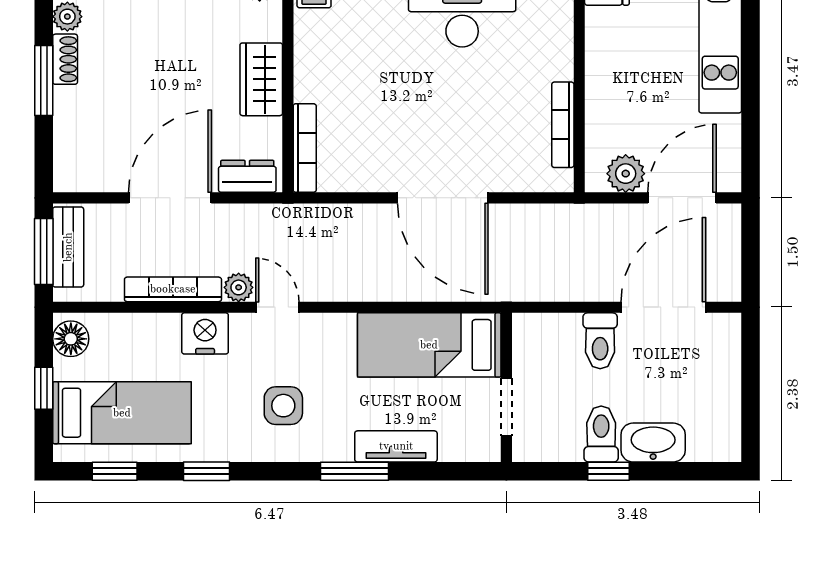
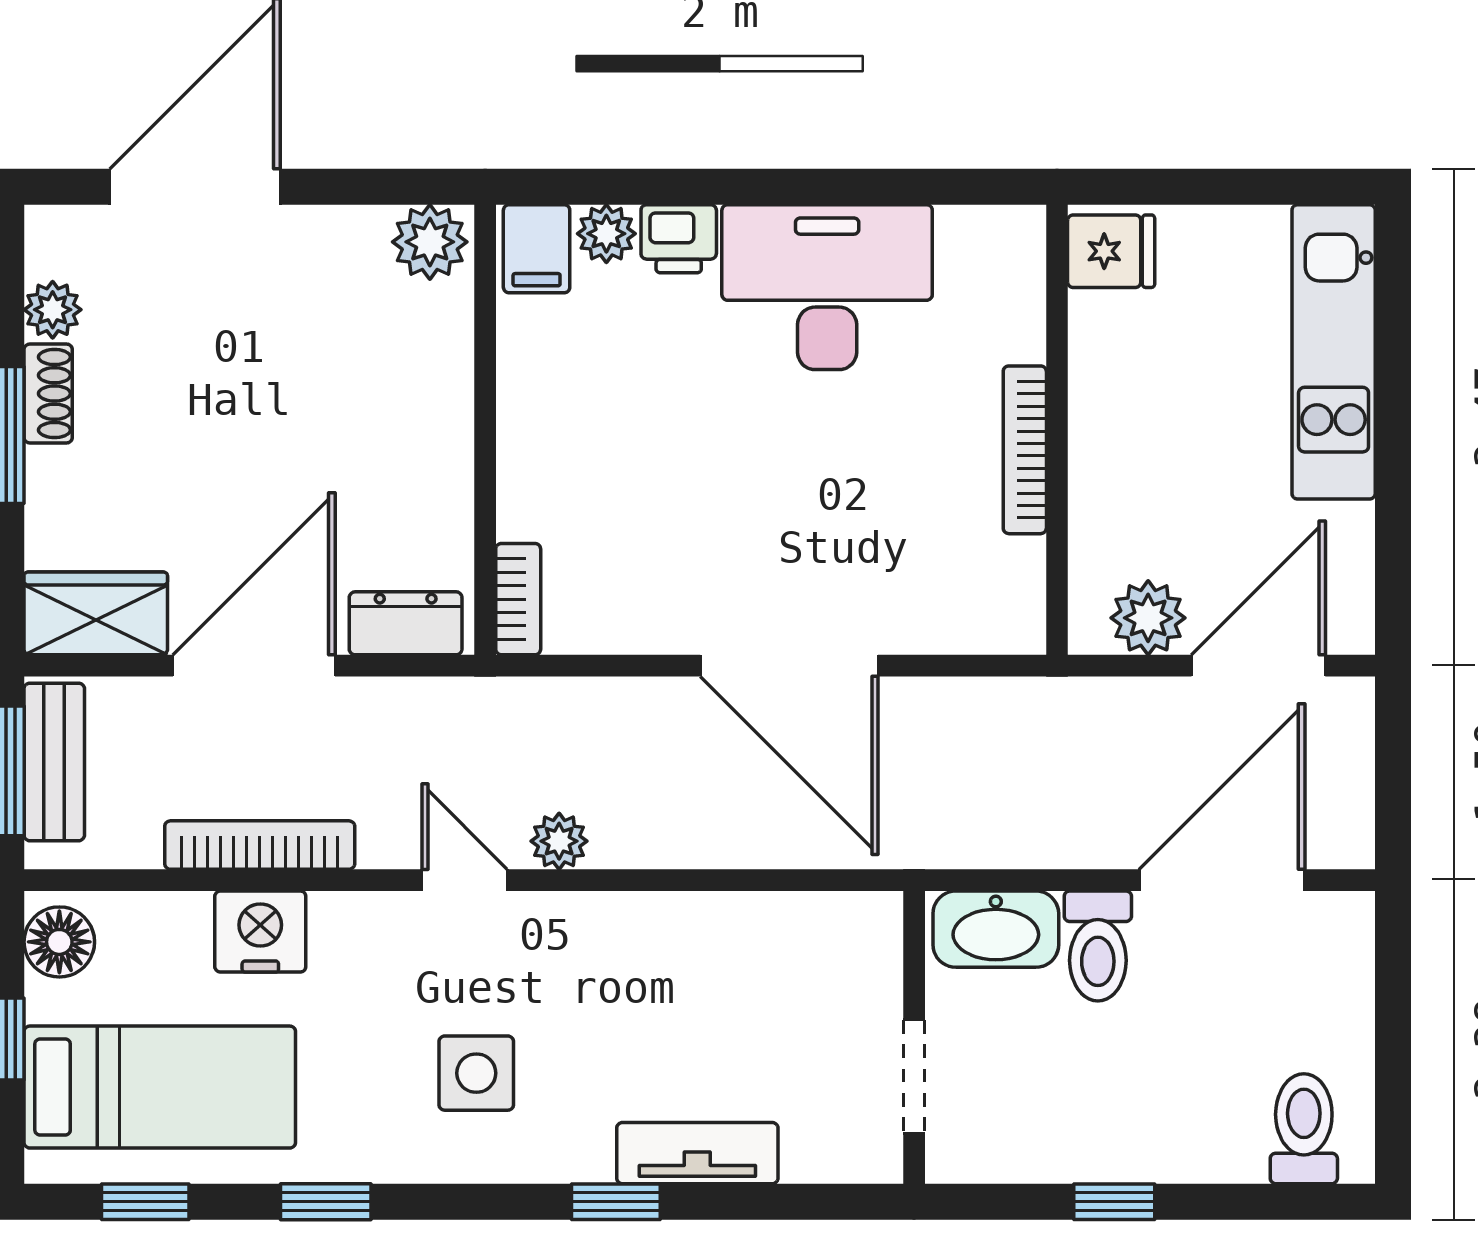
wardrobe: (261, 79) -> (96, 613), moved, turned 90
bookcase: (563, 125) -> (1025, 450), moved
bookcase: (305, 148) -> (518, 599), width x0.64
plant: (239, 287) -> (559, 841), moved
nightstand: (205, 333) -> (260, 932), moved
bed: (429, 345) -> (763, 954), removed
toilet: (601, 434) -> (1304, 1129), moved
washbasin: (653, 443) -> (996, 929), moved, turned 180
window: (354, 471) -> (616, 1202), width x0.67

